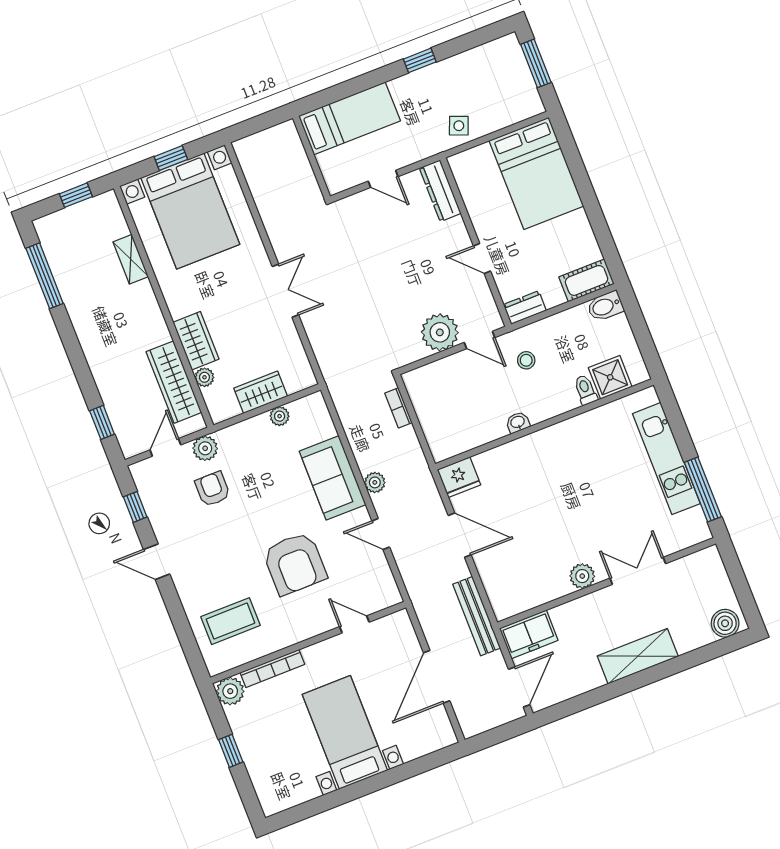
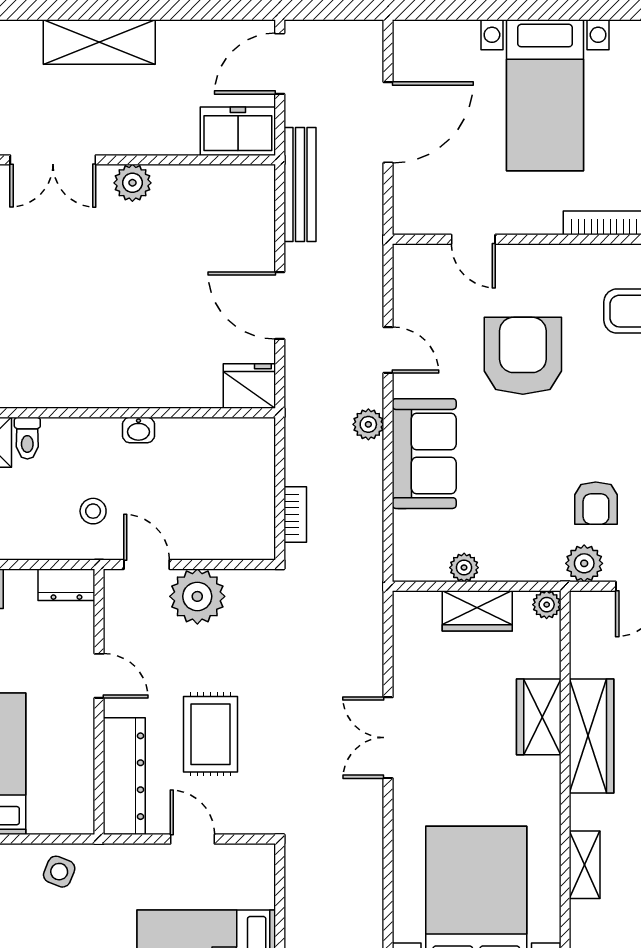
dresser: (440, 191) -> (124, 776), width x1.37, depth x1.24
rug: (398, 249) -> (211, 734), added
plant: (204, 377) -> (547, 605), moved
wardrobe: (174, 382) -> (592, 736), moved

